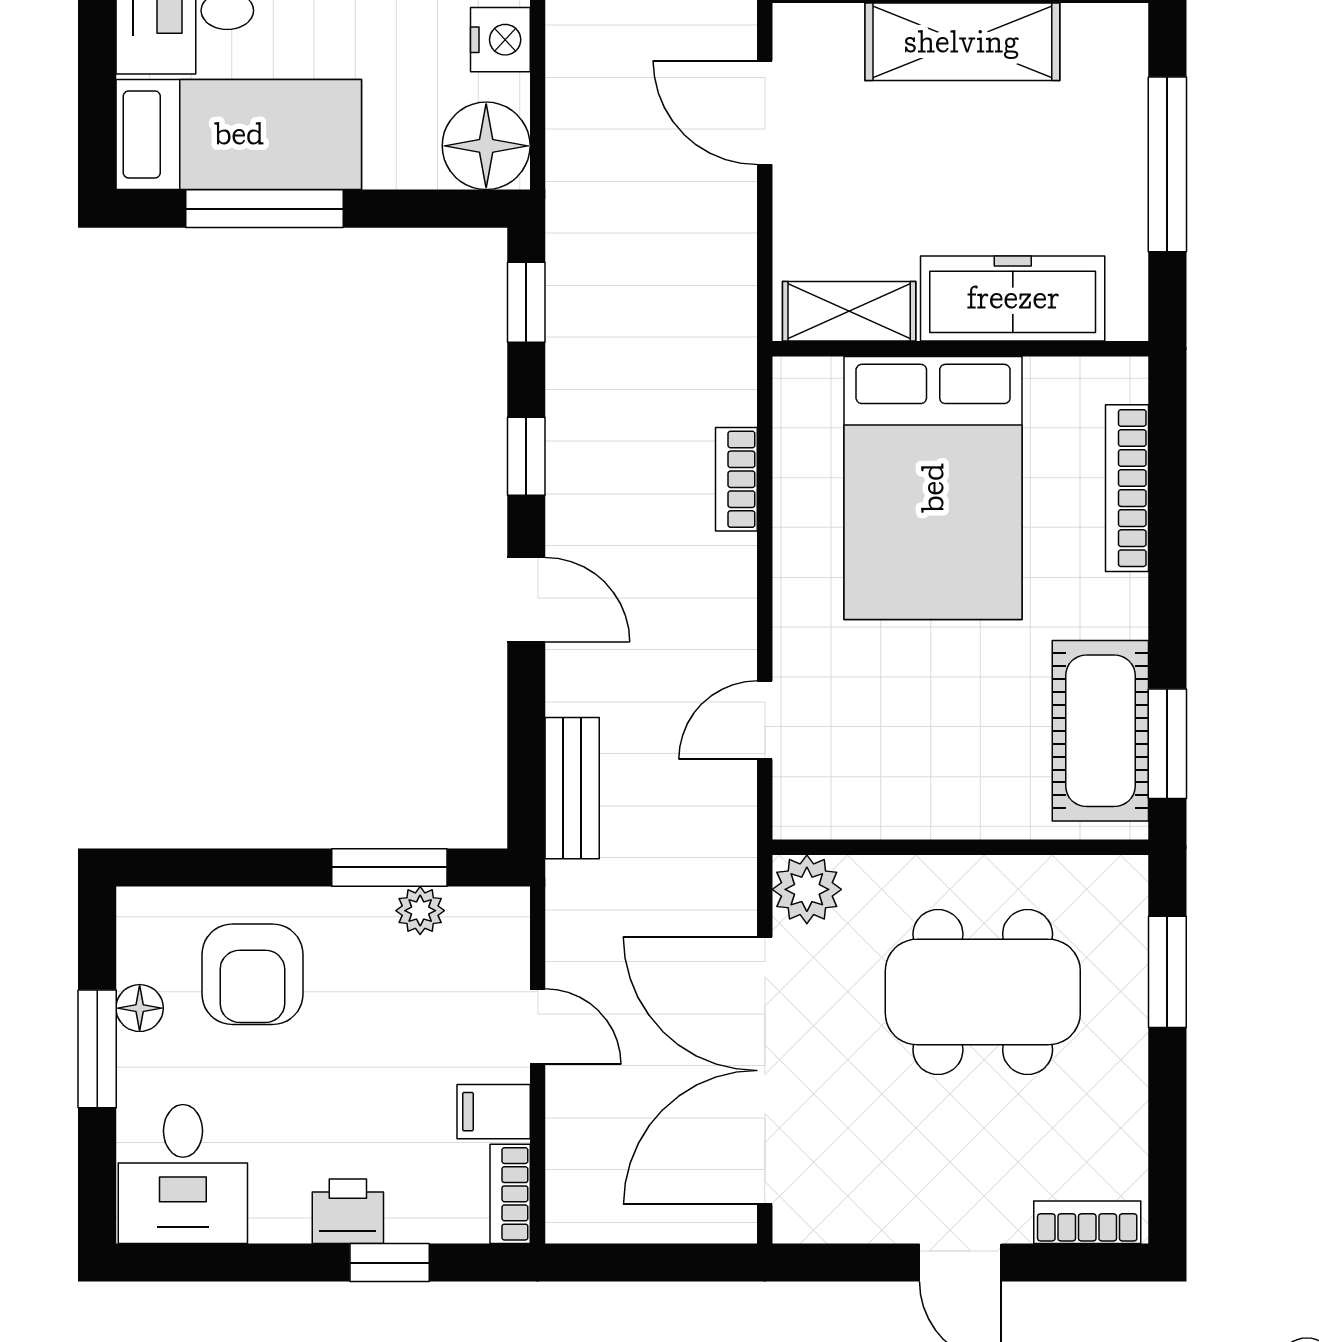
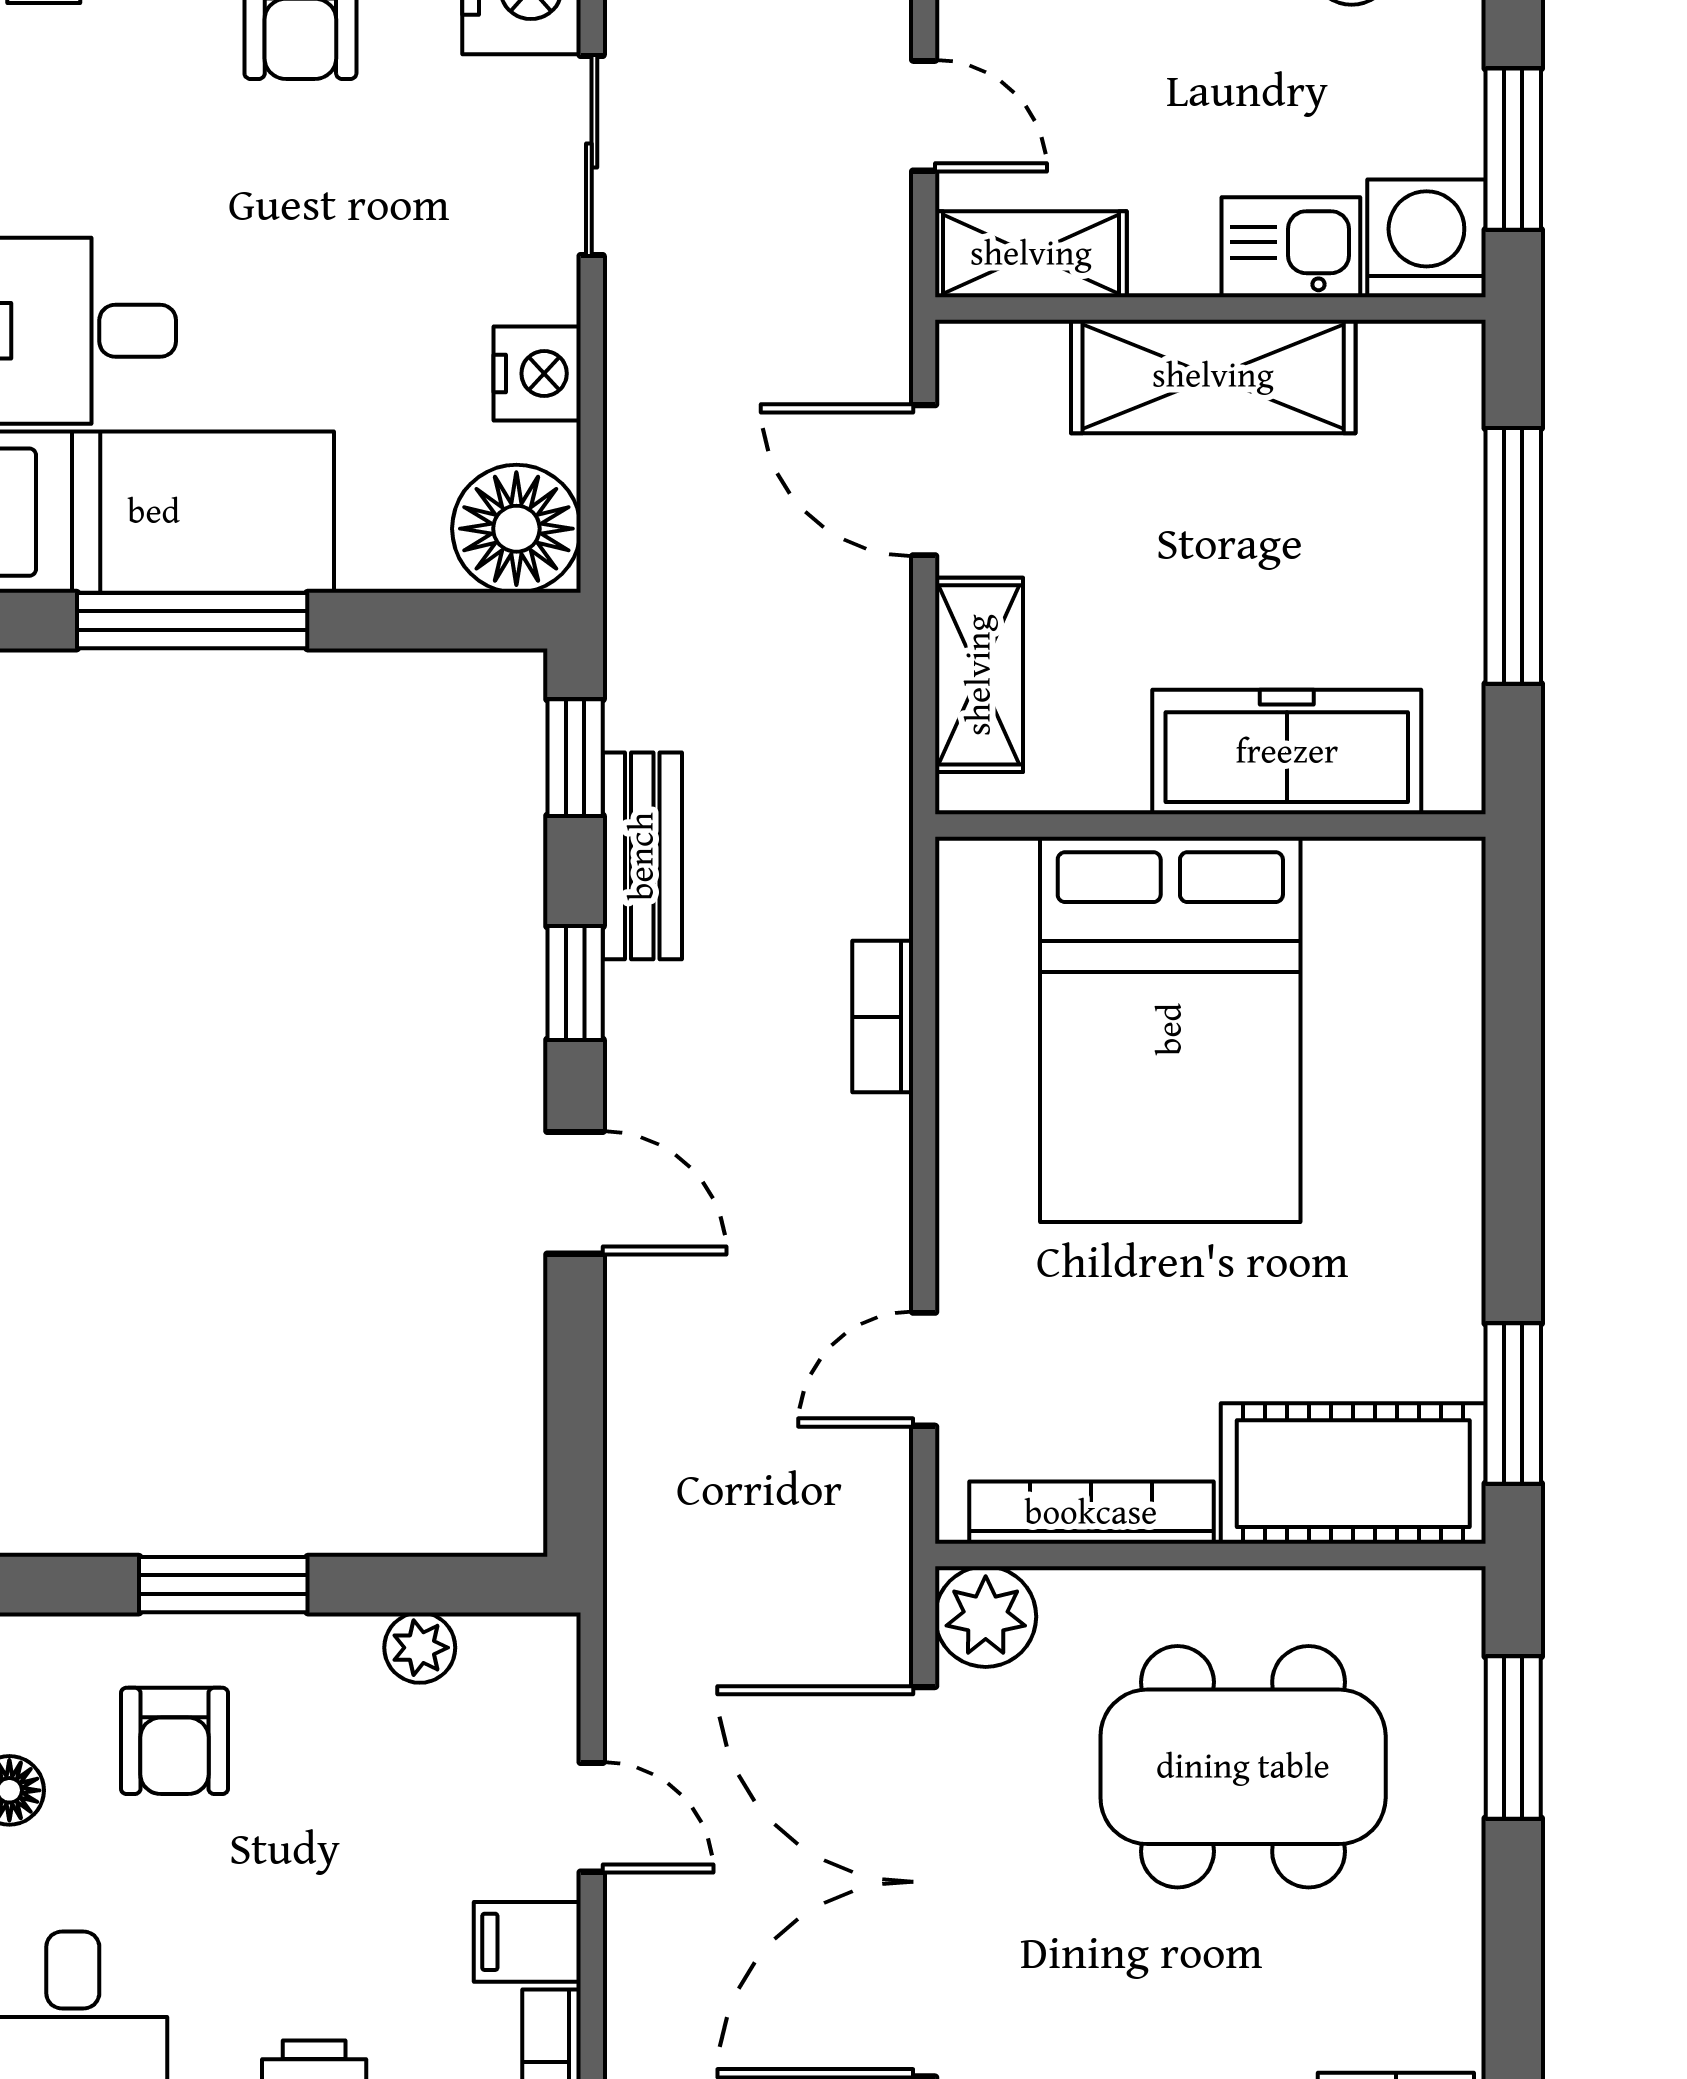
shelving: (849, 311) -> (979, 675), moved, turned 90
bookcase: (1127, 488) -> (1091, 1513), moved, turned 90
cot: (1100, 731) -> (1353, 1474), moved, turned 90
bench: (572, 788) -> (642, 856), moved
window: (389, 867) -> (223, 1585), moved
armchair: (252, 974) -> (174, 1741), width x0.72, depth x0.72

